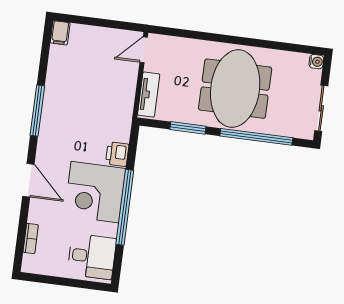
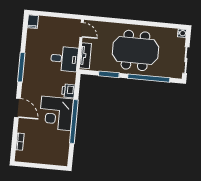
door: (144, 50) -> (82, 30), swing flipped
meeting table: (235, 89) -> (135, 50), turned 90
desk: (92, 256) -> (64, 59), moved

